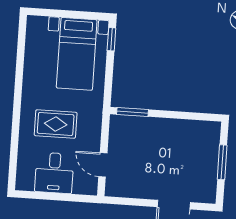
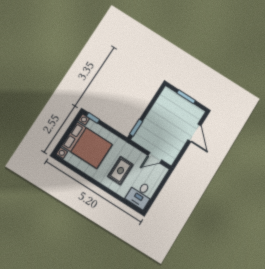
bed with nightstands: (77, 54) -> (87, 145), width x1.36
desk: (54, 173) -> (140, 195), moved, turned 90

